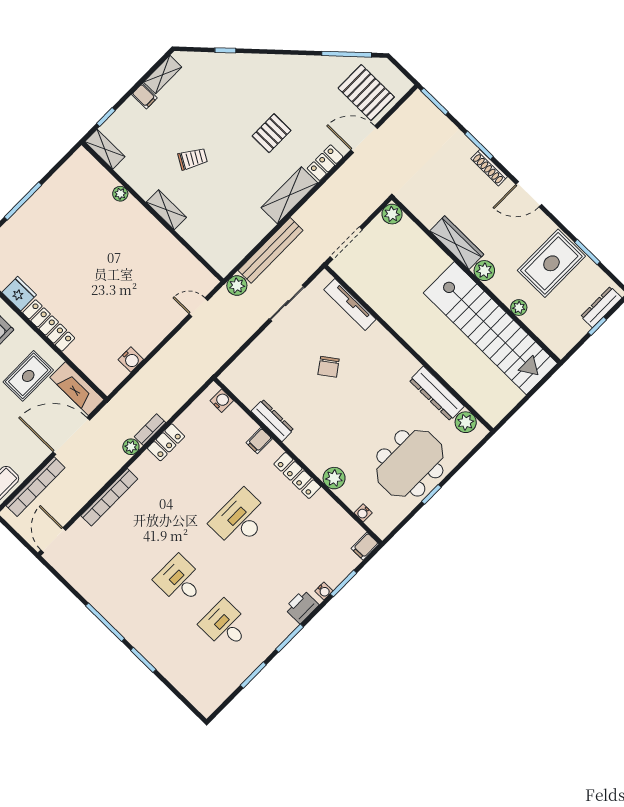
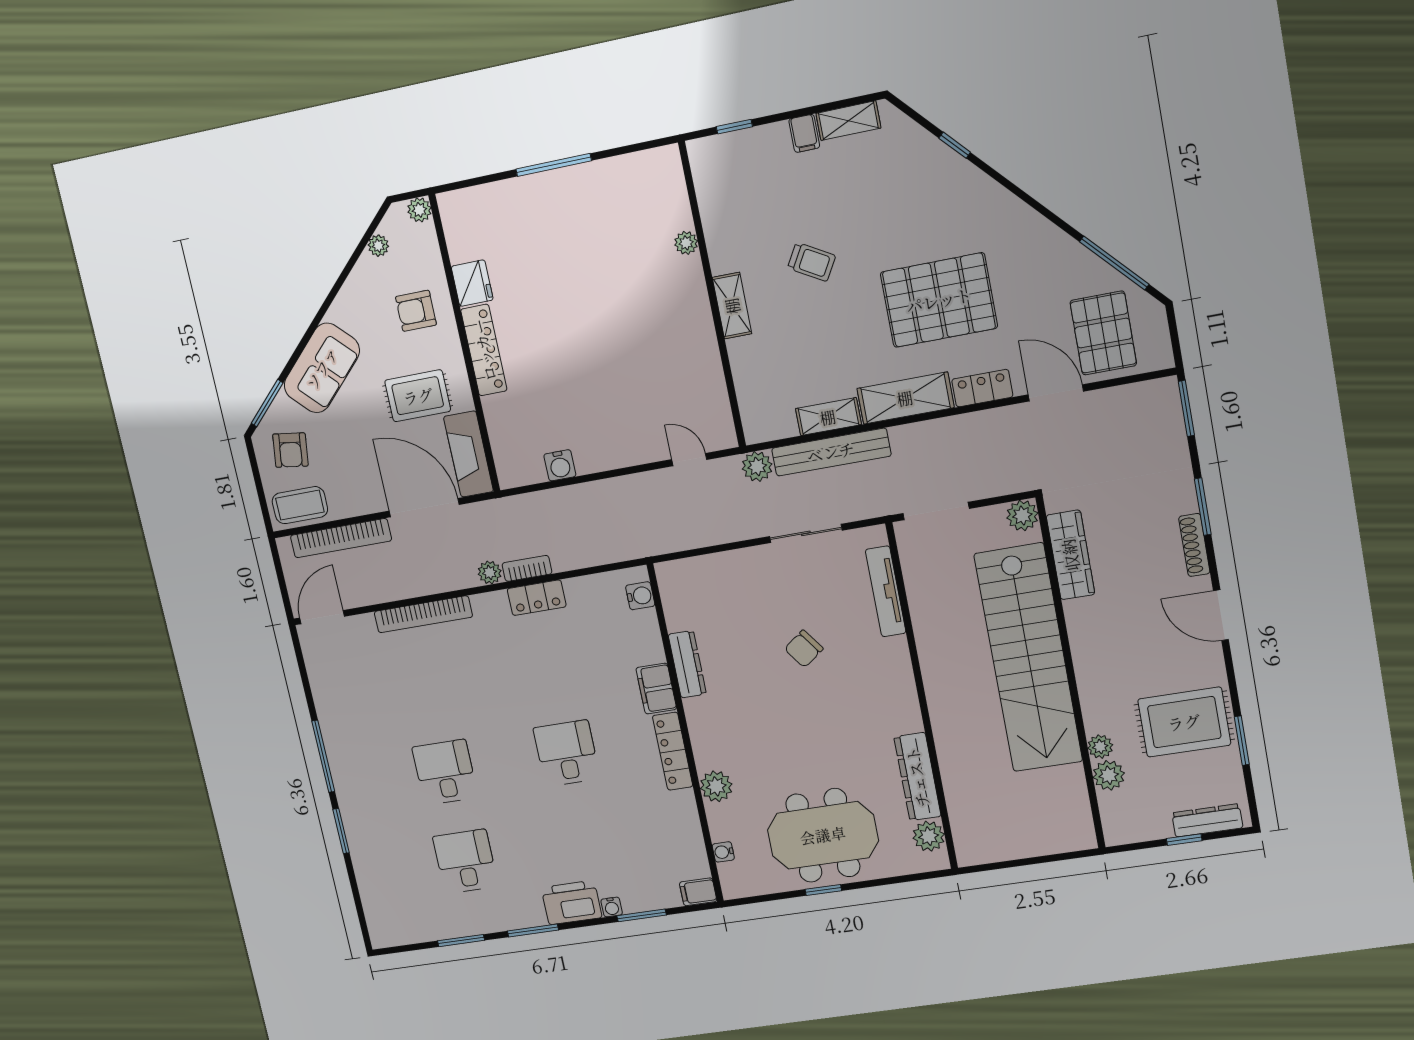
pallet: (272, 133) -> (939, 300), width x2.05, depth x2.00
shelving: (105, 149) -> (828, 417), moved, turned 90
wardrobe: (457, 243) -> (1070, 555), moved
plant: (484, 271) -> (1109, 775), moved
stairs: (490, 328) -> (1028, 658), moved
filing cabinet: (259, 441) -> (656, 689), width x2.00
desk: (240, 519) -> (567, 753), width x0.73
printer: (302, 607) -> (572, 903), width x1.37, depth x1.19

